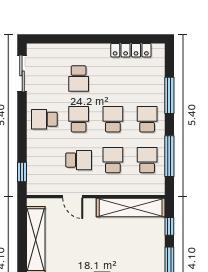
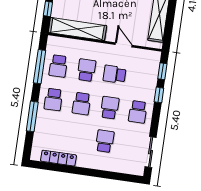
school desk: (44, 119) -> (138, 112), turned 90
school desk: (79, 119) -> (110, 108), turned 180
window: (22, 143) -> (159, 95), added
school desk: (113, 160) -> (86, 70), turned 180

